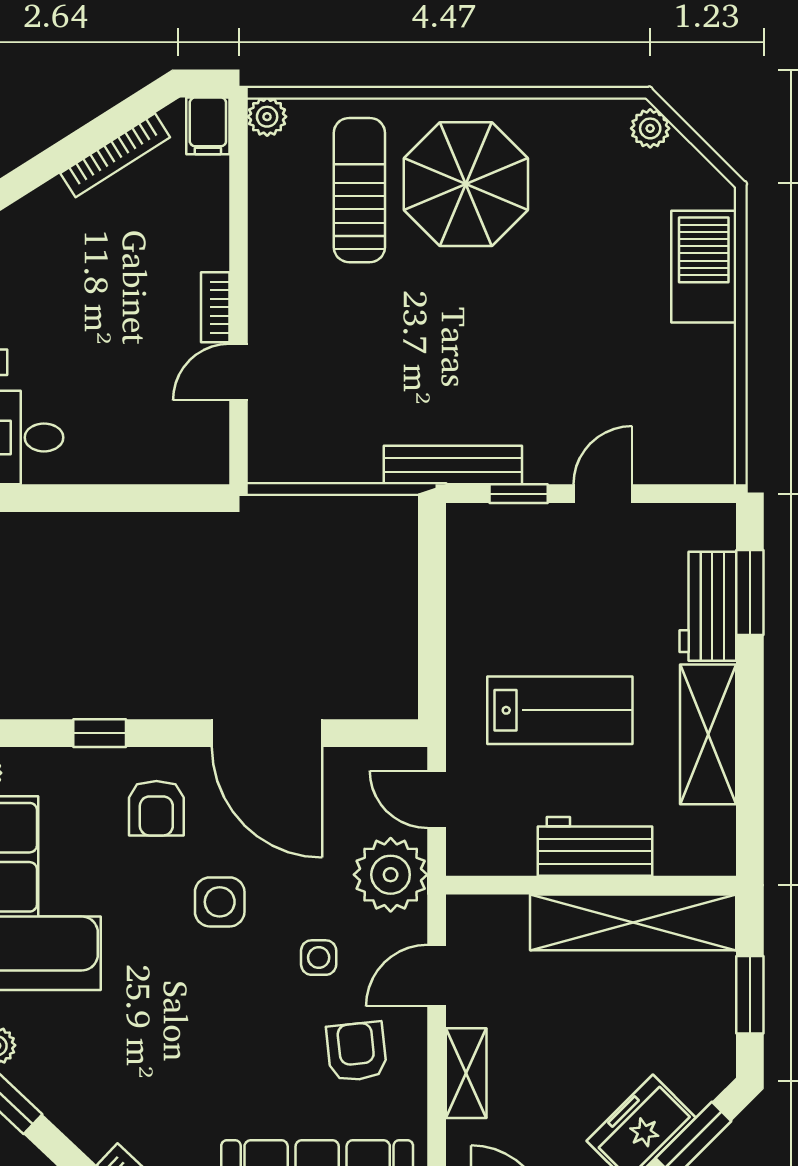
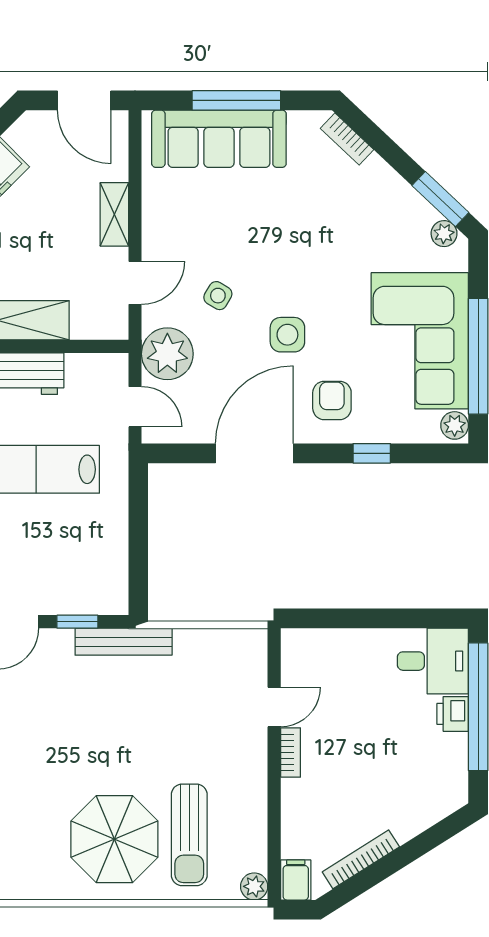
door: (267, 733) -> (254, 453), hinge flipped
side table: (319, 958) -> (218, 296), turned 31
armchair: (357, 1052) -> (191, 229), removed

